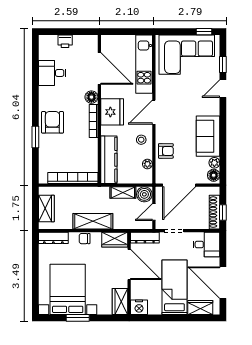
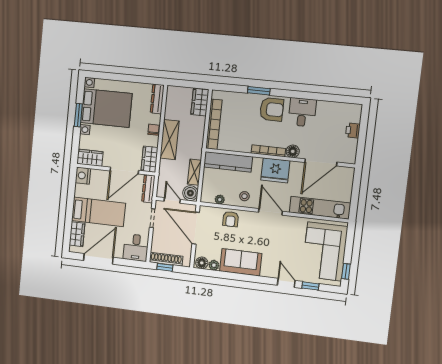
desk: (52, 73) -> (302, 112), moved
wardrobe: (46, 208) -> (200, 102), moved, turned 90

